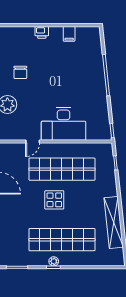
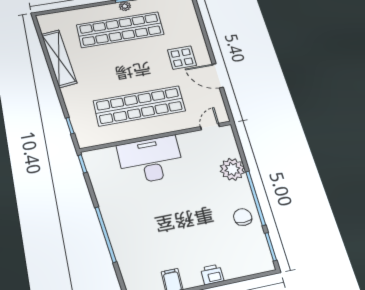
chair: (20, 72) -> (243, 217), moved
door: (33, 141) -> (210, 127), moved
display table: (54, 200) -> (182, 58), moved

